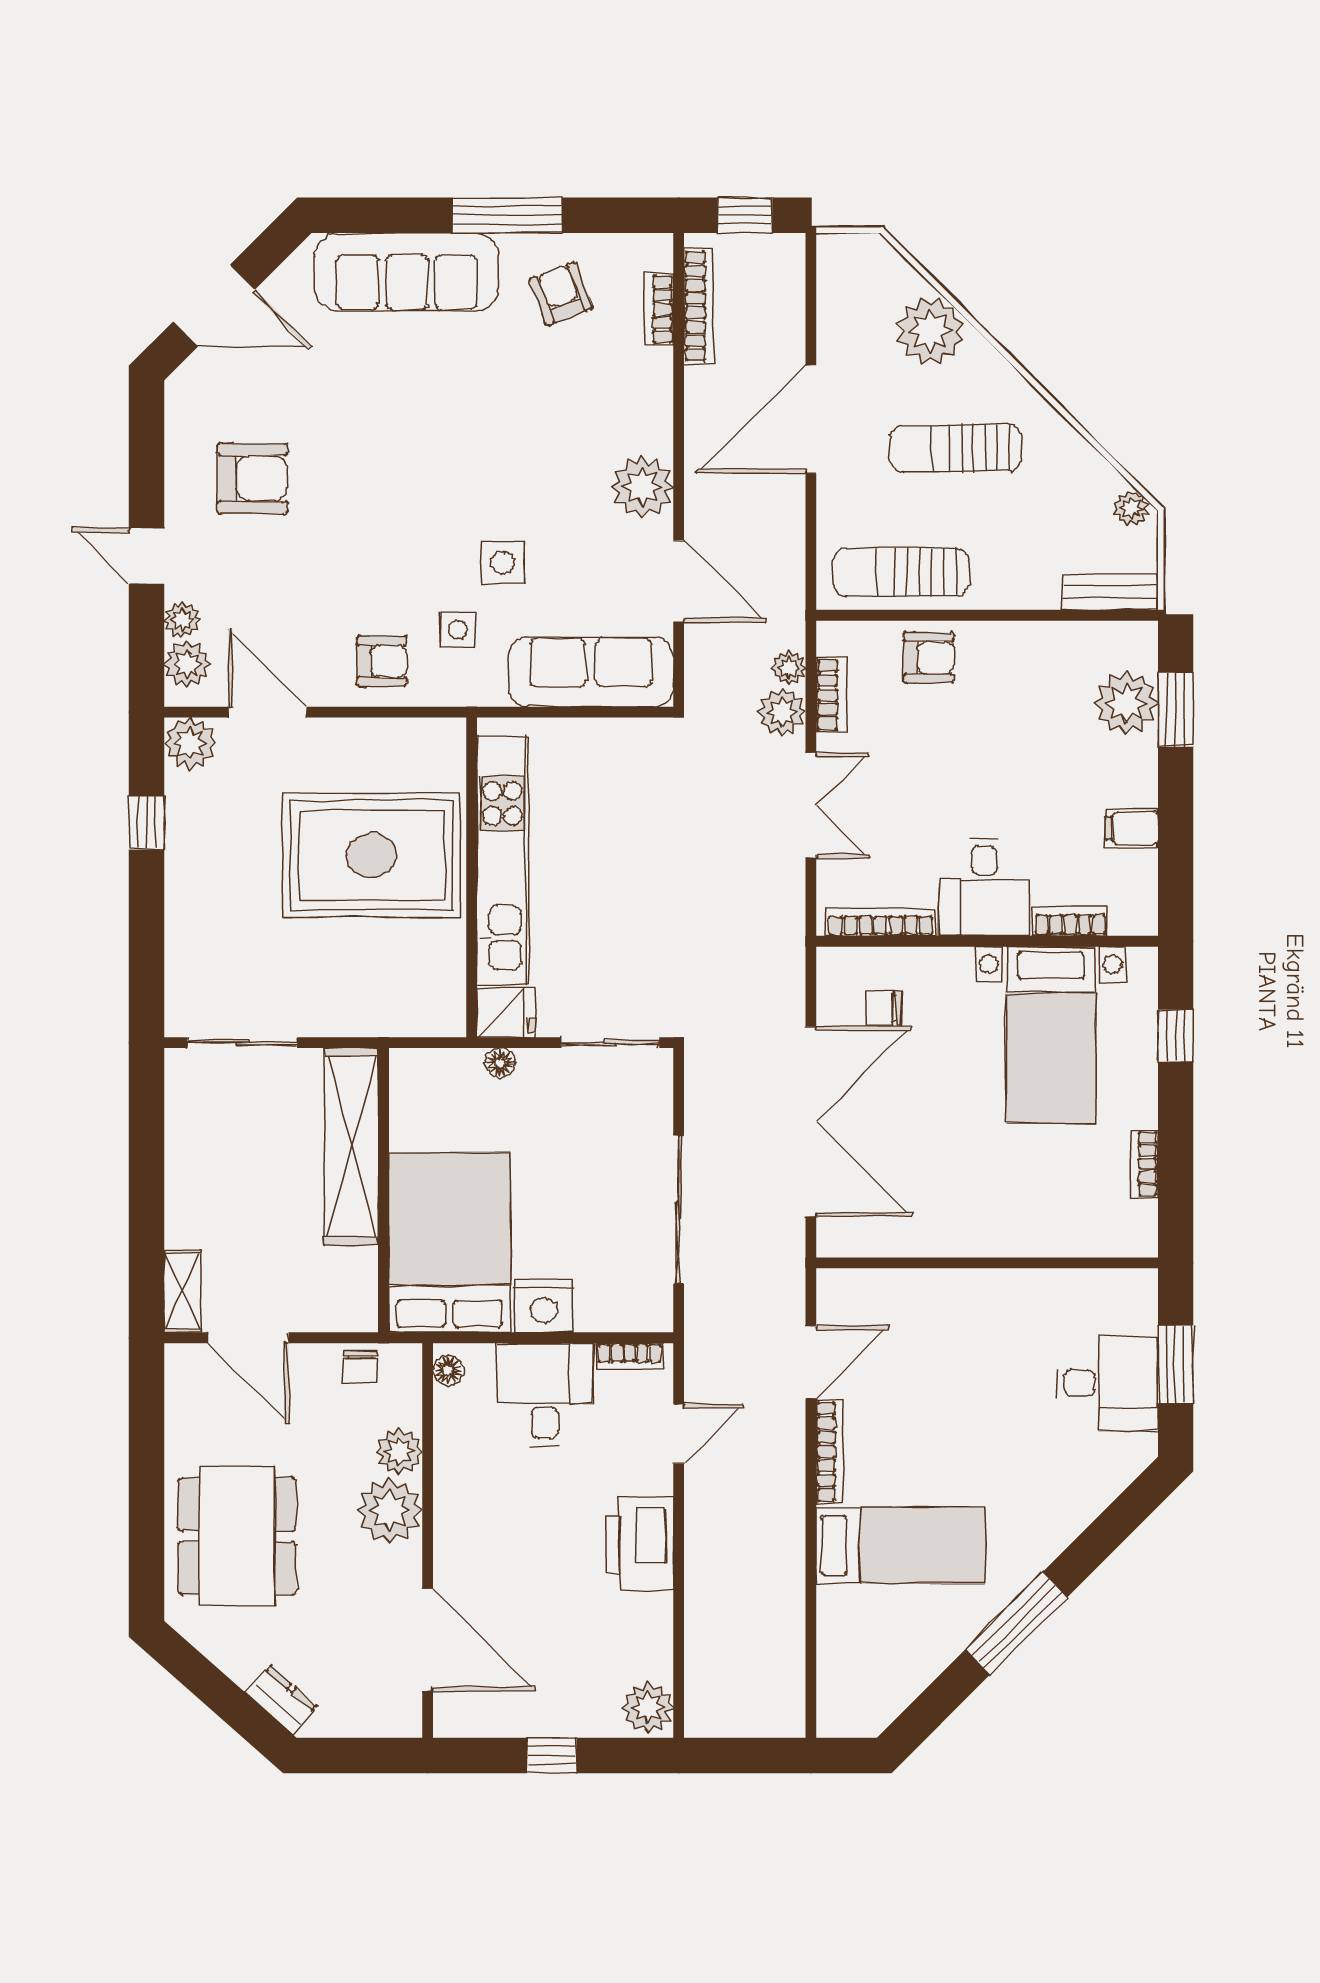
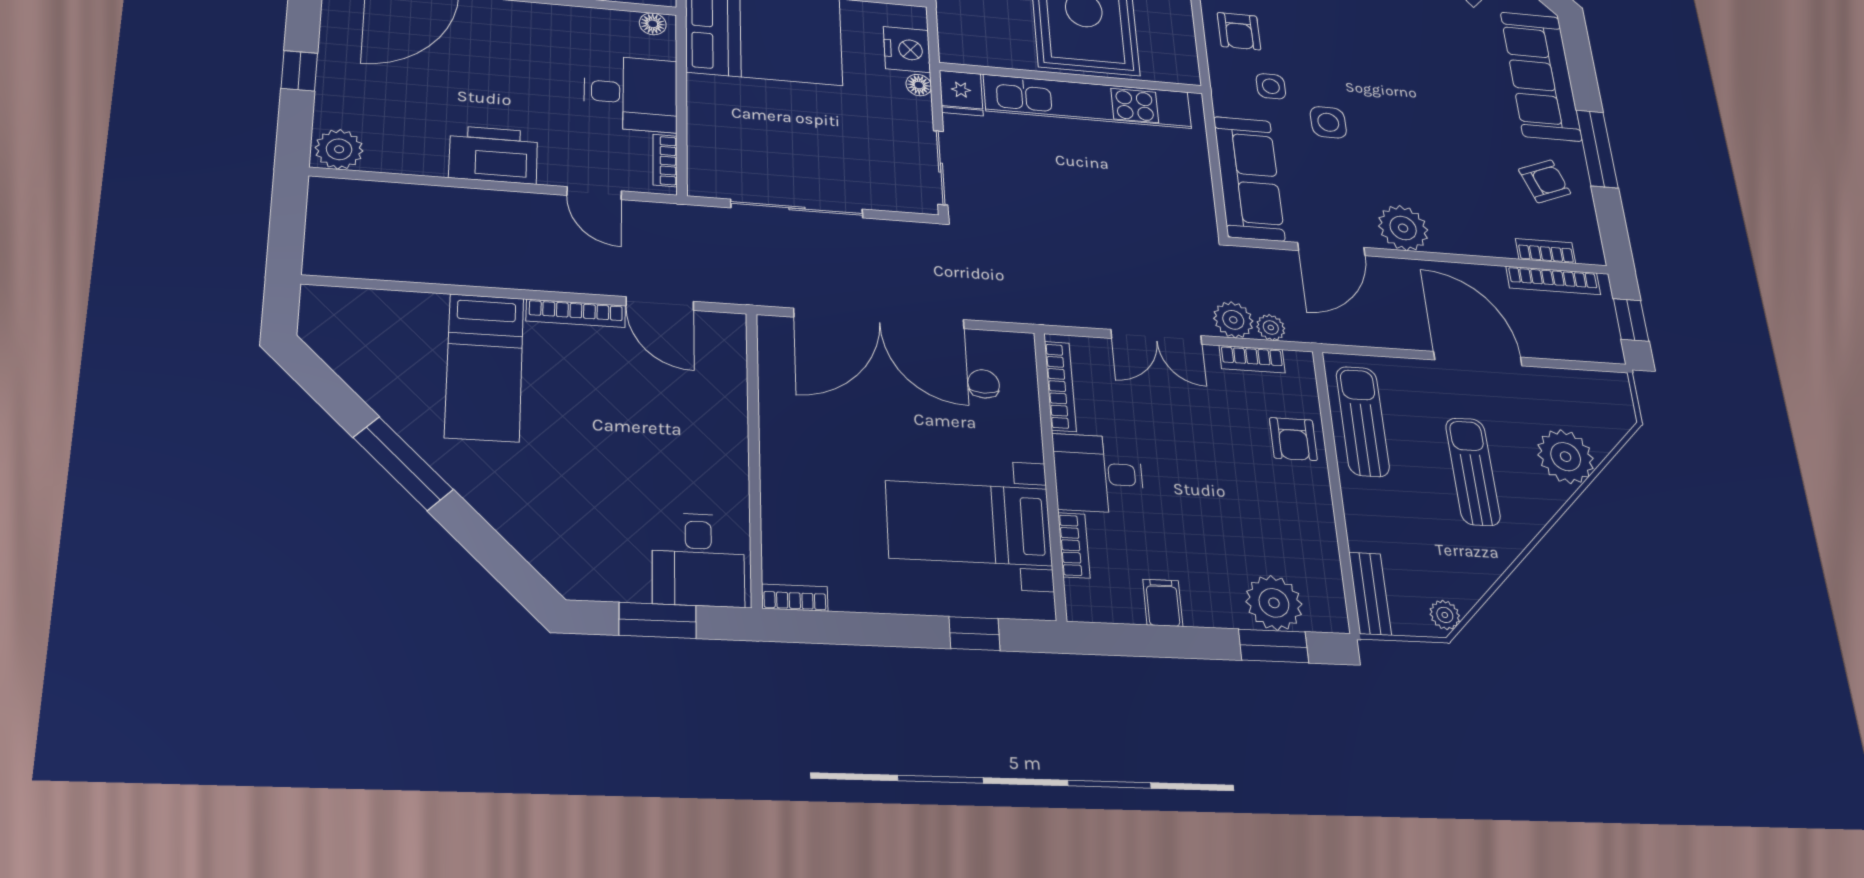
bookcase: (1144, 1164) -> (795, 598), moved
nightstand: (544, 1306) -> (907, 50), moved, turned 180
desk: (1107, 1384) -> (698, 560), moved

